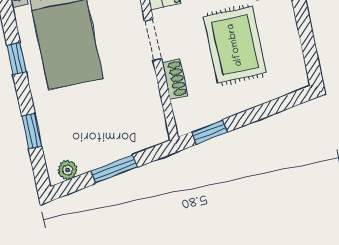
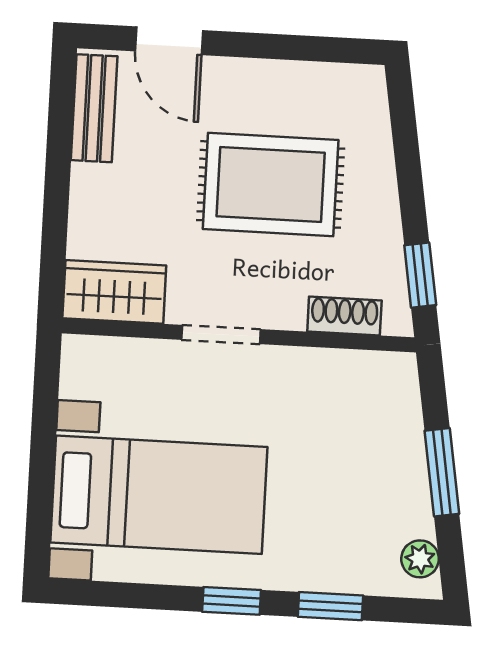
window: (17, 59) -> (232, 601), moved
shoe rack: (175, 79) -> (344, 316), moved

